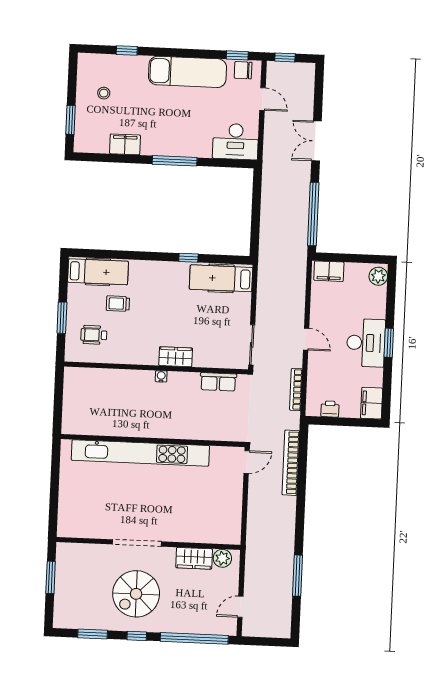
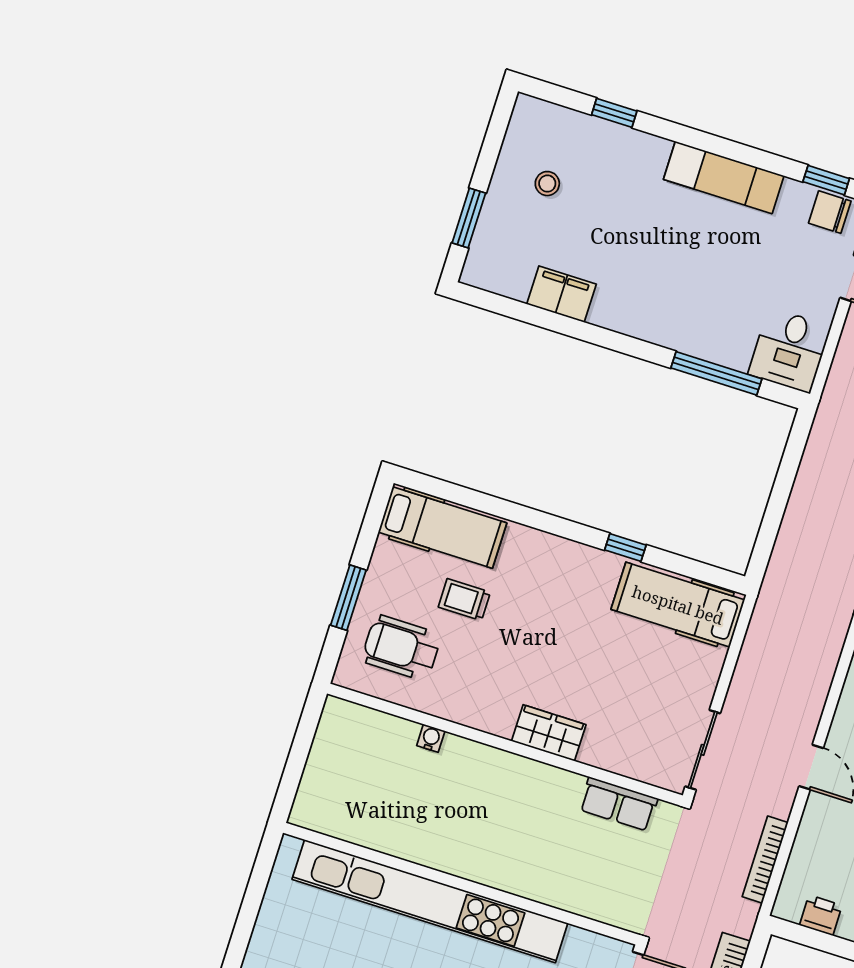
exam couch: (188, 72) -> (724, 177), width x0.73, depth x0.69
desk: (236, 142) -> (789, 350), width x0.73
window: (175, 161) -> (716, 373), moved
wheelchair: (94, 335) -> (401, 648), width x1.36, depth x1.37
water cooler: (161, 376) -> (431, 738), moved

